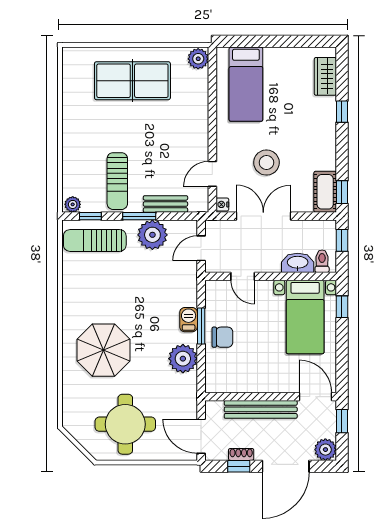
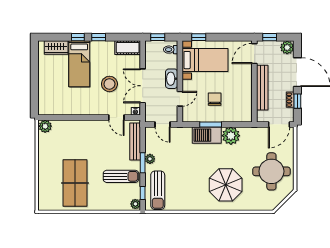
table tennis table: (132, 81) -> (75, 183), moved
bed: (246, 84) -> (79, 64), moved, turned 90
window: (342, 192) -> (99, 37), moved
bench: (165, 204) -> (135, 142), width x1.36
plant: (152, 235) -> (150, 159), width x0.53, depth x0.53
washbasin: (298, 263) -> (172, 79), moved
barbecue: (189, 320) -> (207, 135), width x1.88, depth x1.53
chair: (222, 337) -> (215, 99), moved

